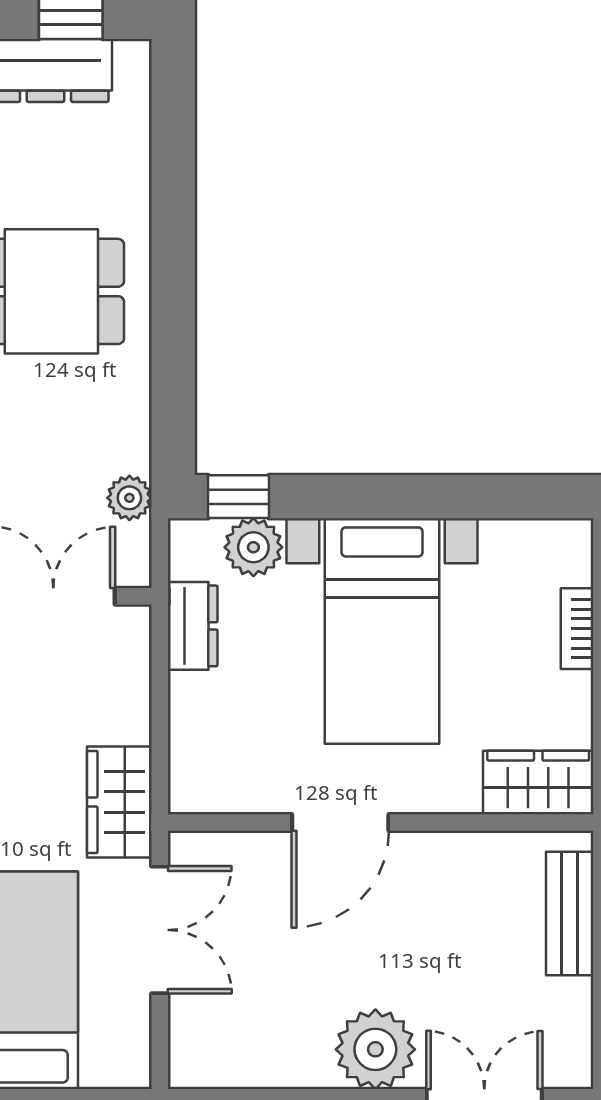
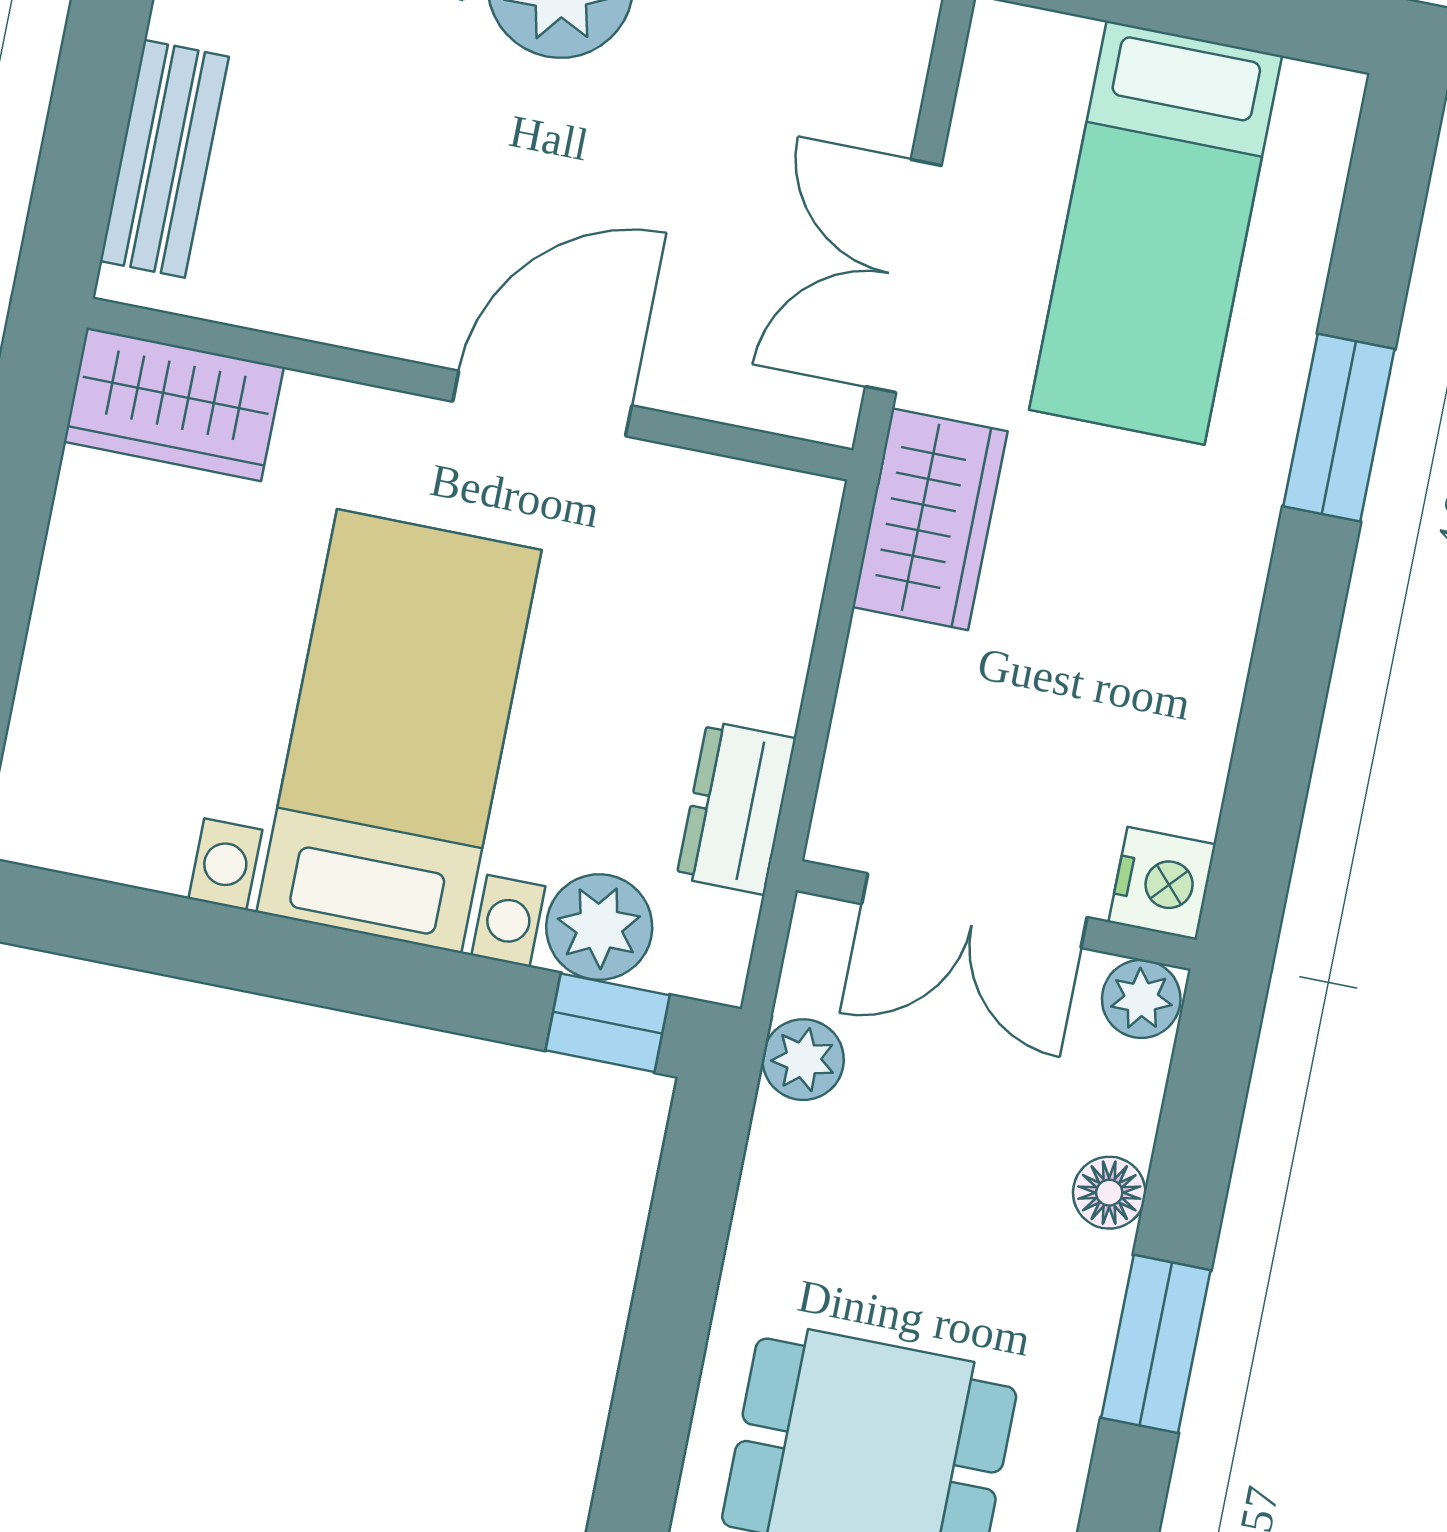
bookcase: (577, 629) -> (49, 666), removed

